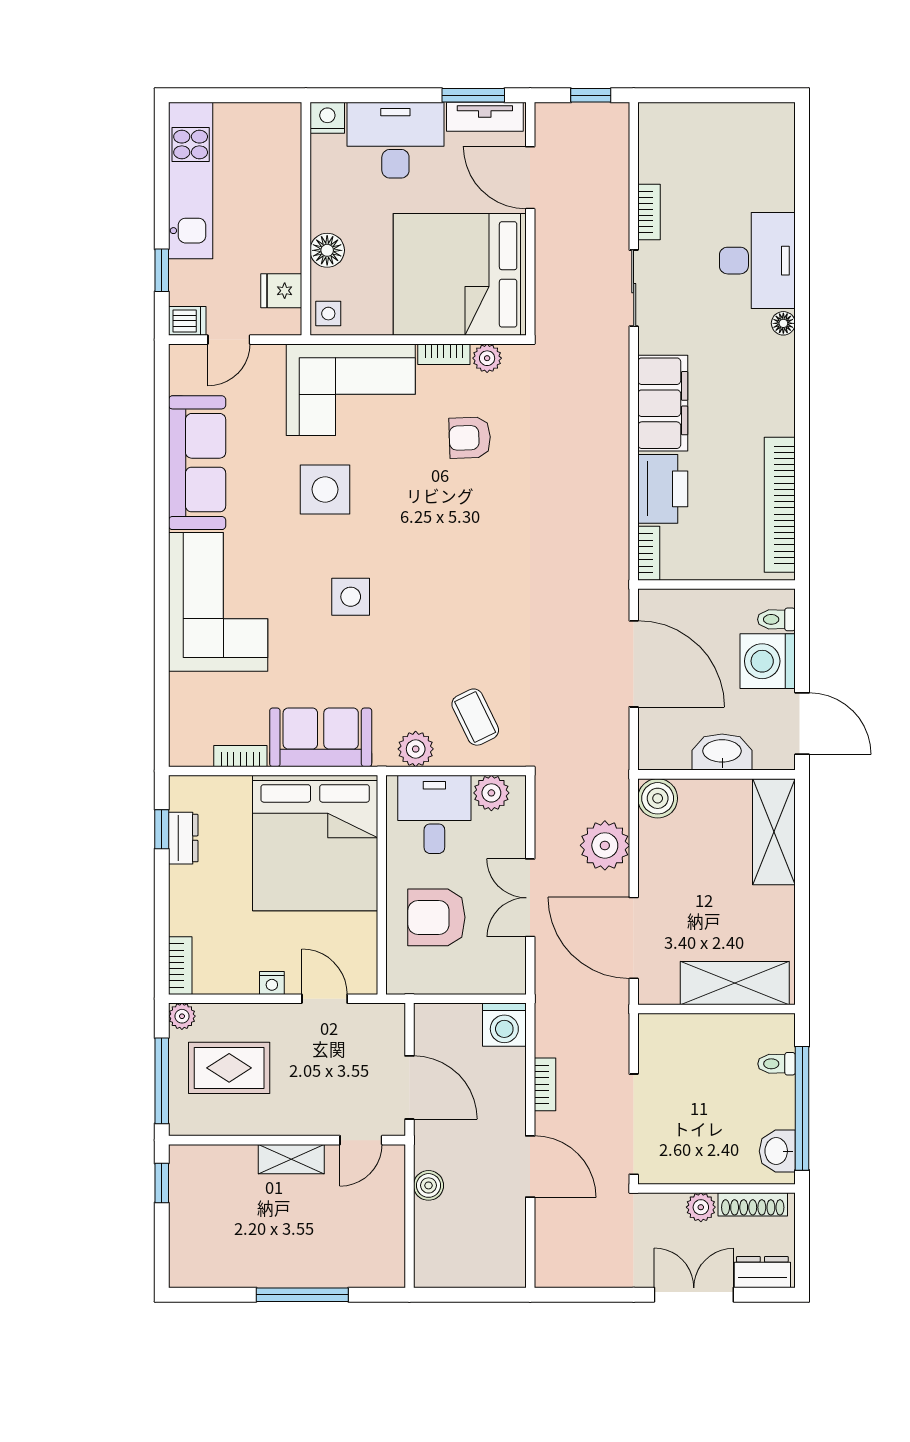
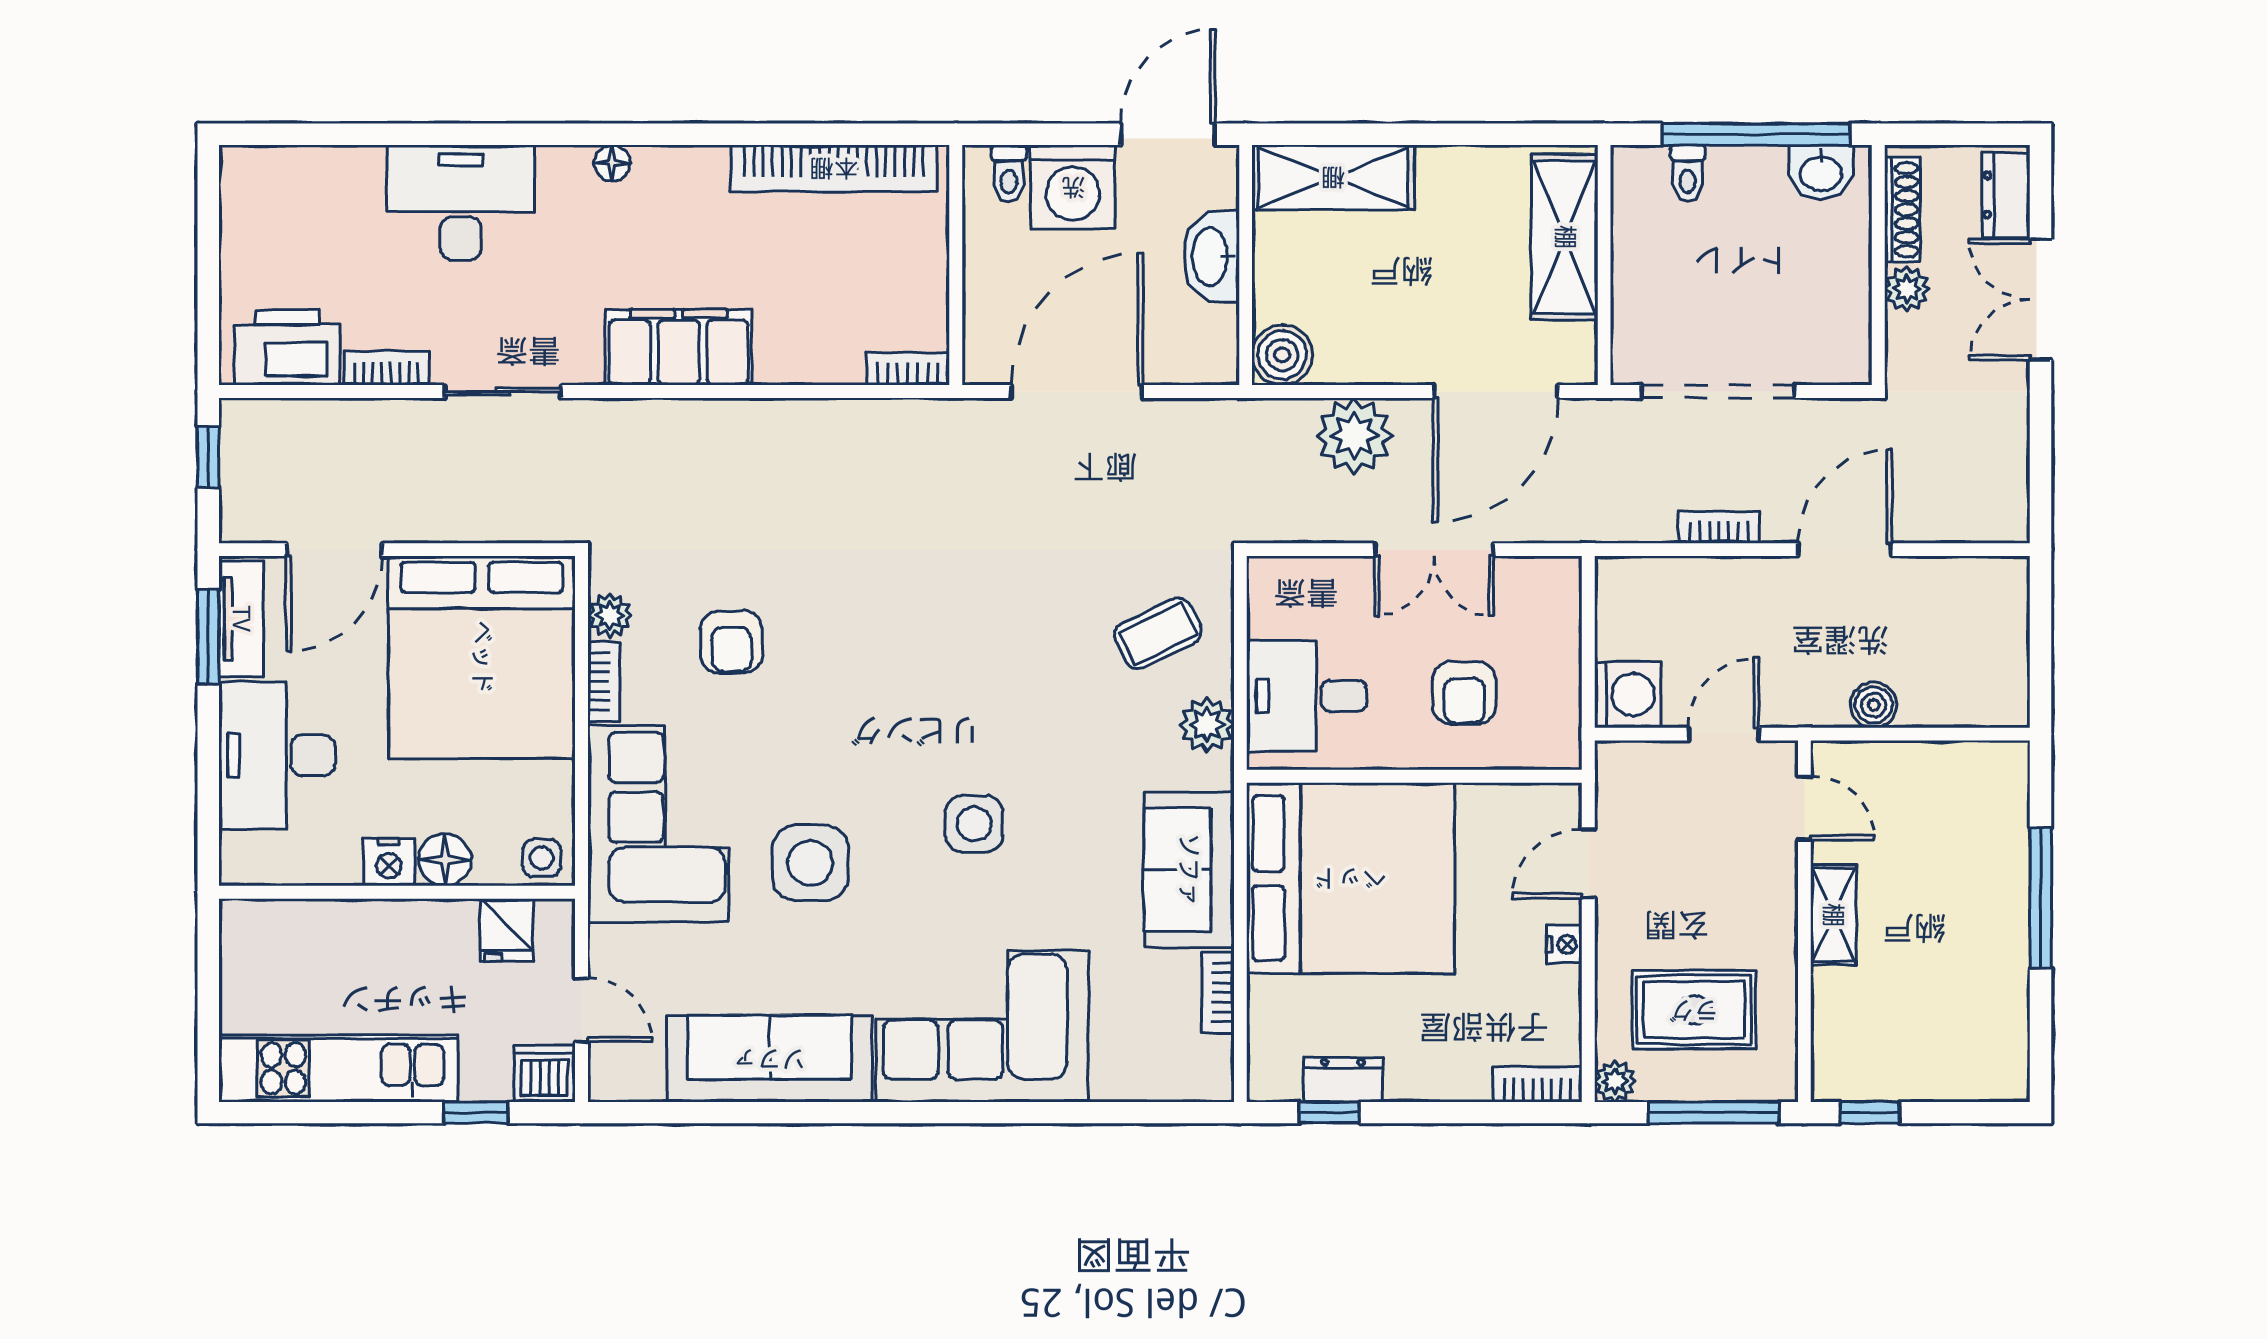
nightstand: (327, 118) -> (389, 862), moved, turned -90
dishwasher: (187, 321) -> (545, 1074), width x1.38
floor lamp: (783, 323) -> (612, 163), moved
printer: (663, 489) -> (287, 347), moved
plant: (491, 793) -> (1274, 609), removed
armchair: (436, 917) -> (1464, 693), width x0.72, depth x0.72
washing machine: (504, 1025) -> (1628, 695), moved
rug: (229, 1068) -> (1694, 1010), turned 90
door: (409, 1087) -> (1724, 734), width x0.73
doorway: (634, 1124) -> (1718, 392), moved

